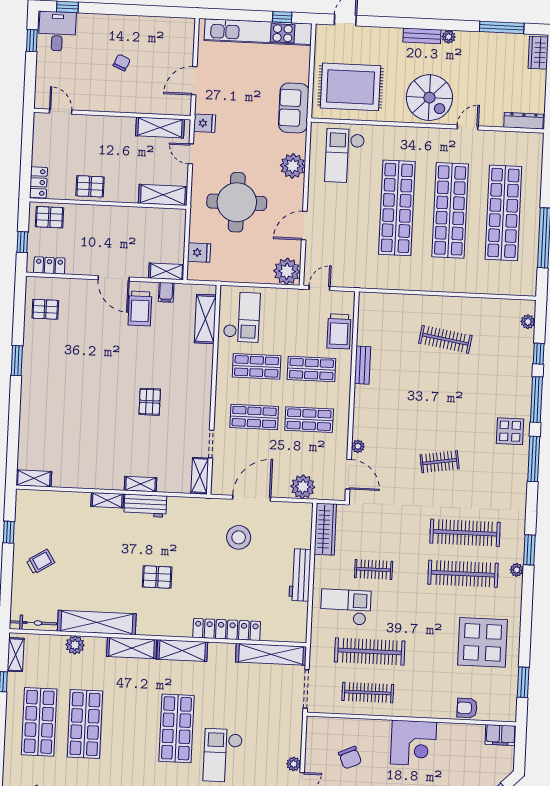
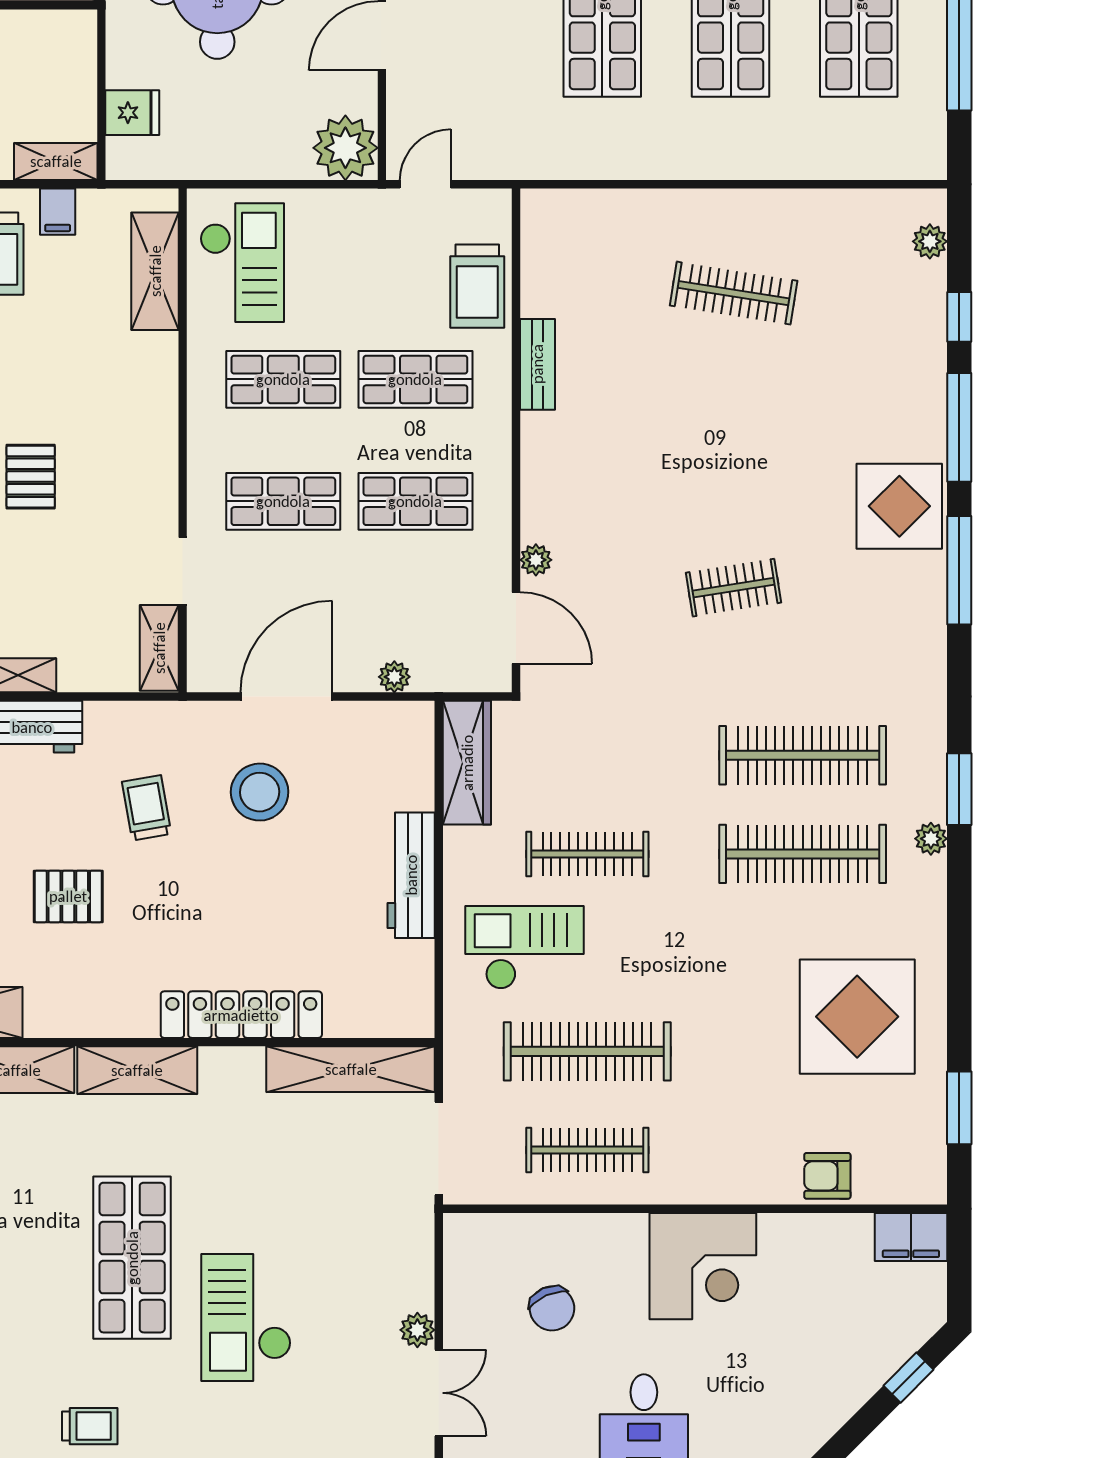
display table: (510, 431) -> (899, 506), width x1.36, depth x1.36
plant: (303, 487) -> (394, 677), width x0.53, depth x0.53
trolley: (191, 542) -> (147, 808), added
clothes rail: (374, 570) -> (587, 854), width x1.36

